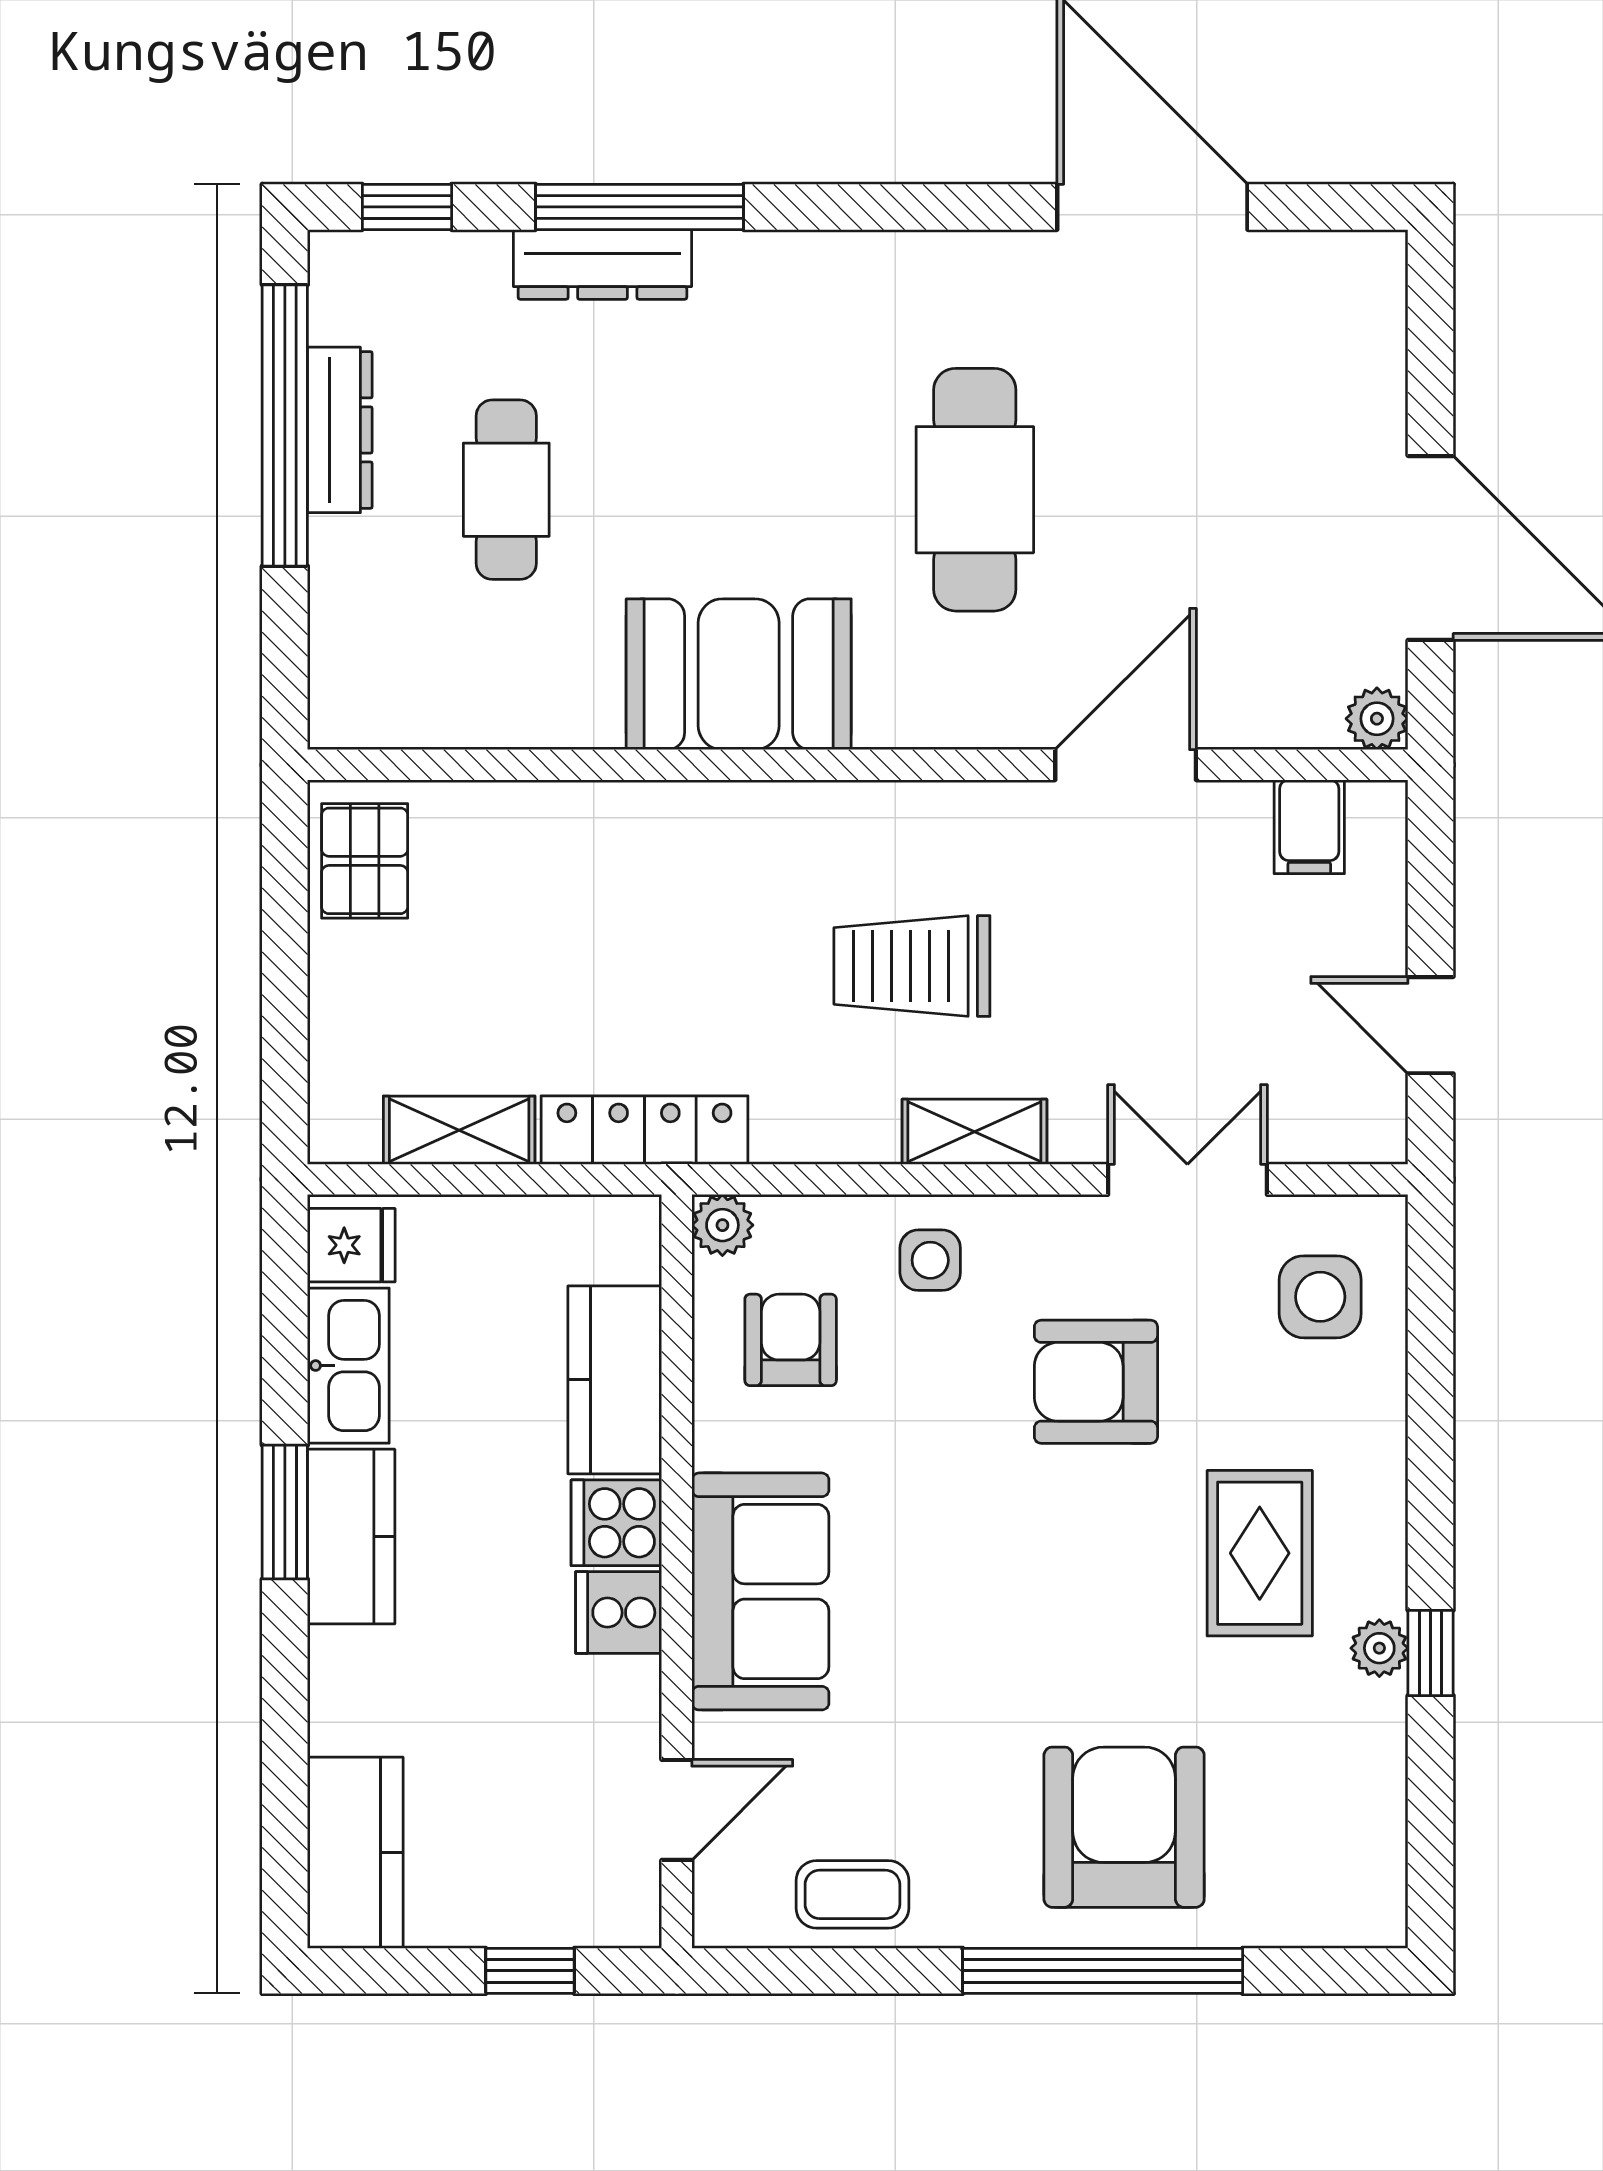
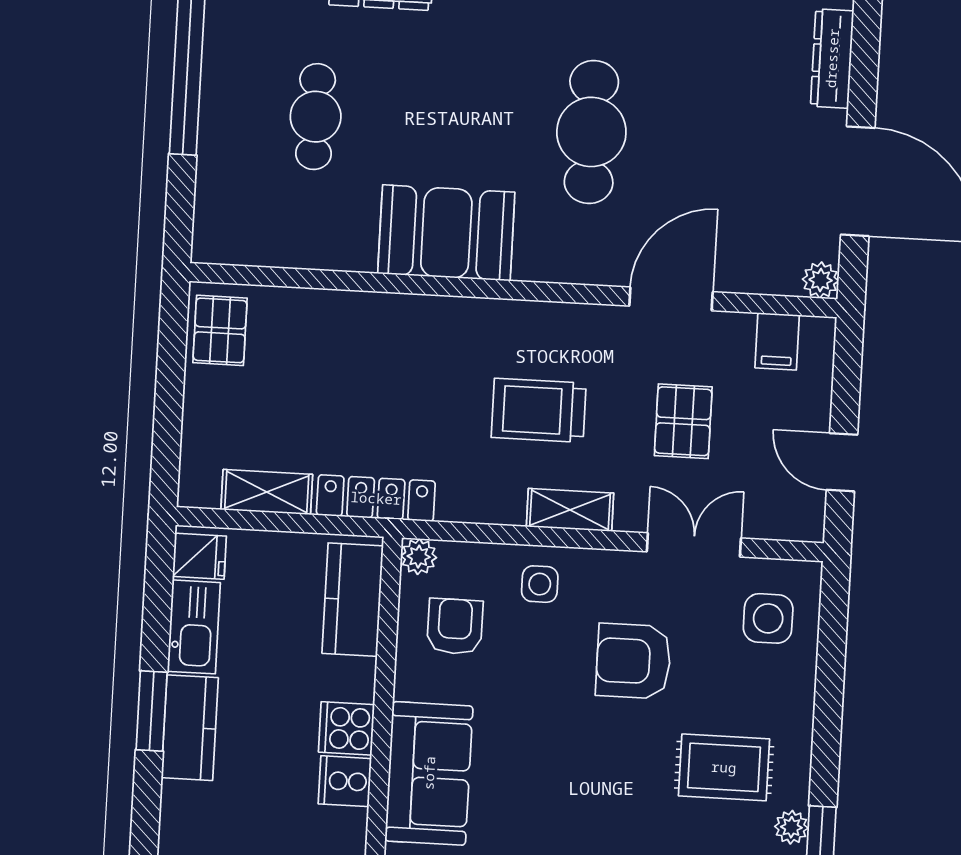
dresser: (340, 430) -> (832, 58), moved, turned 180
pallet: (1158, 971) -> (683, 421), added
kitchen counter: (615, 1380) -> (353, 600), moved
rug: (1260, 1553) -> (724, 767), turned 90

